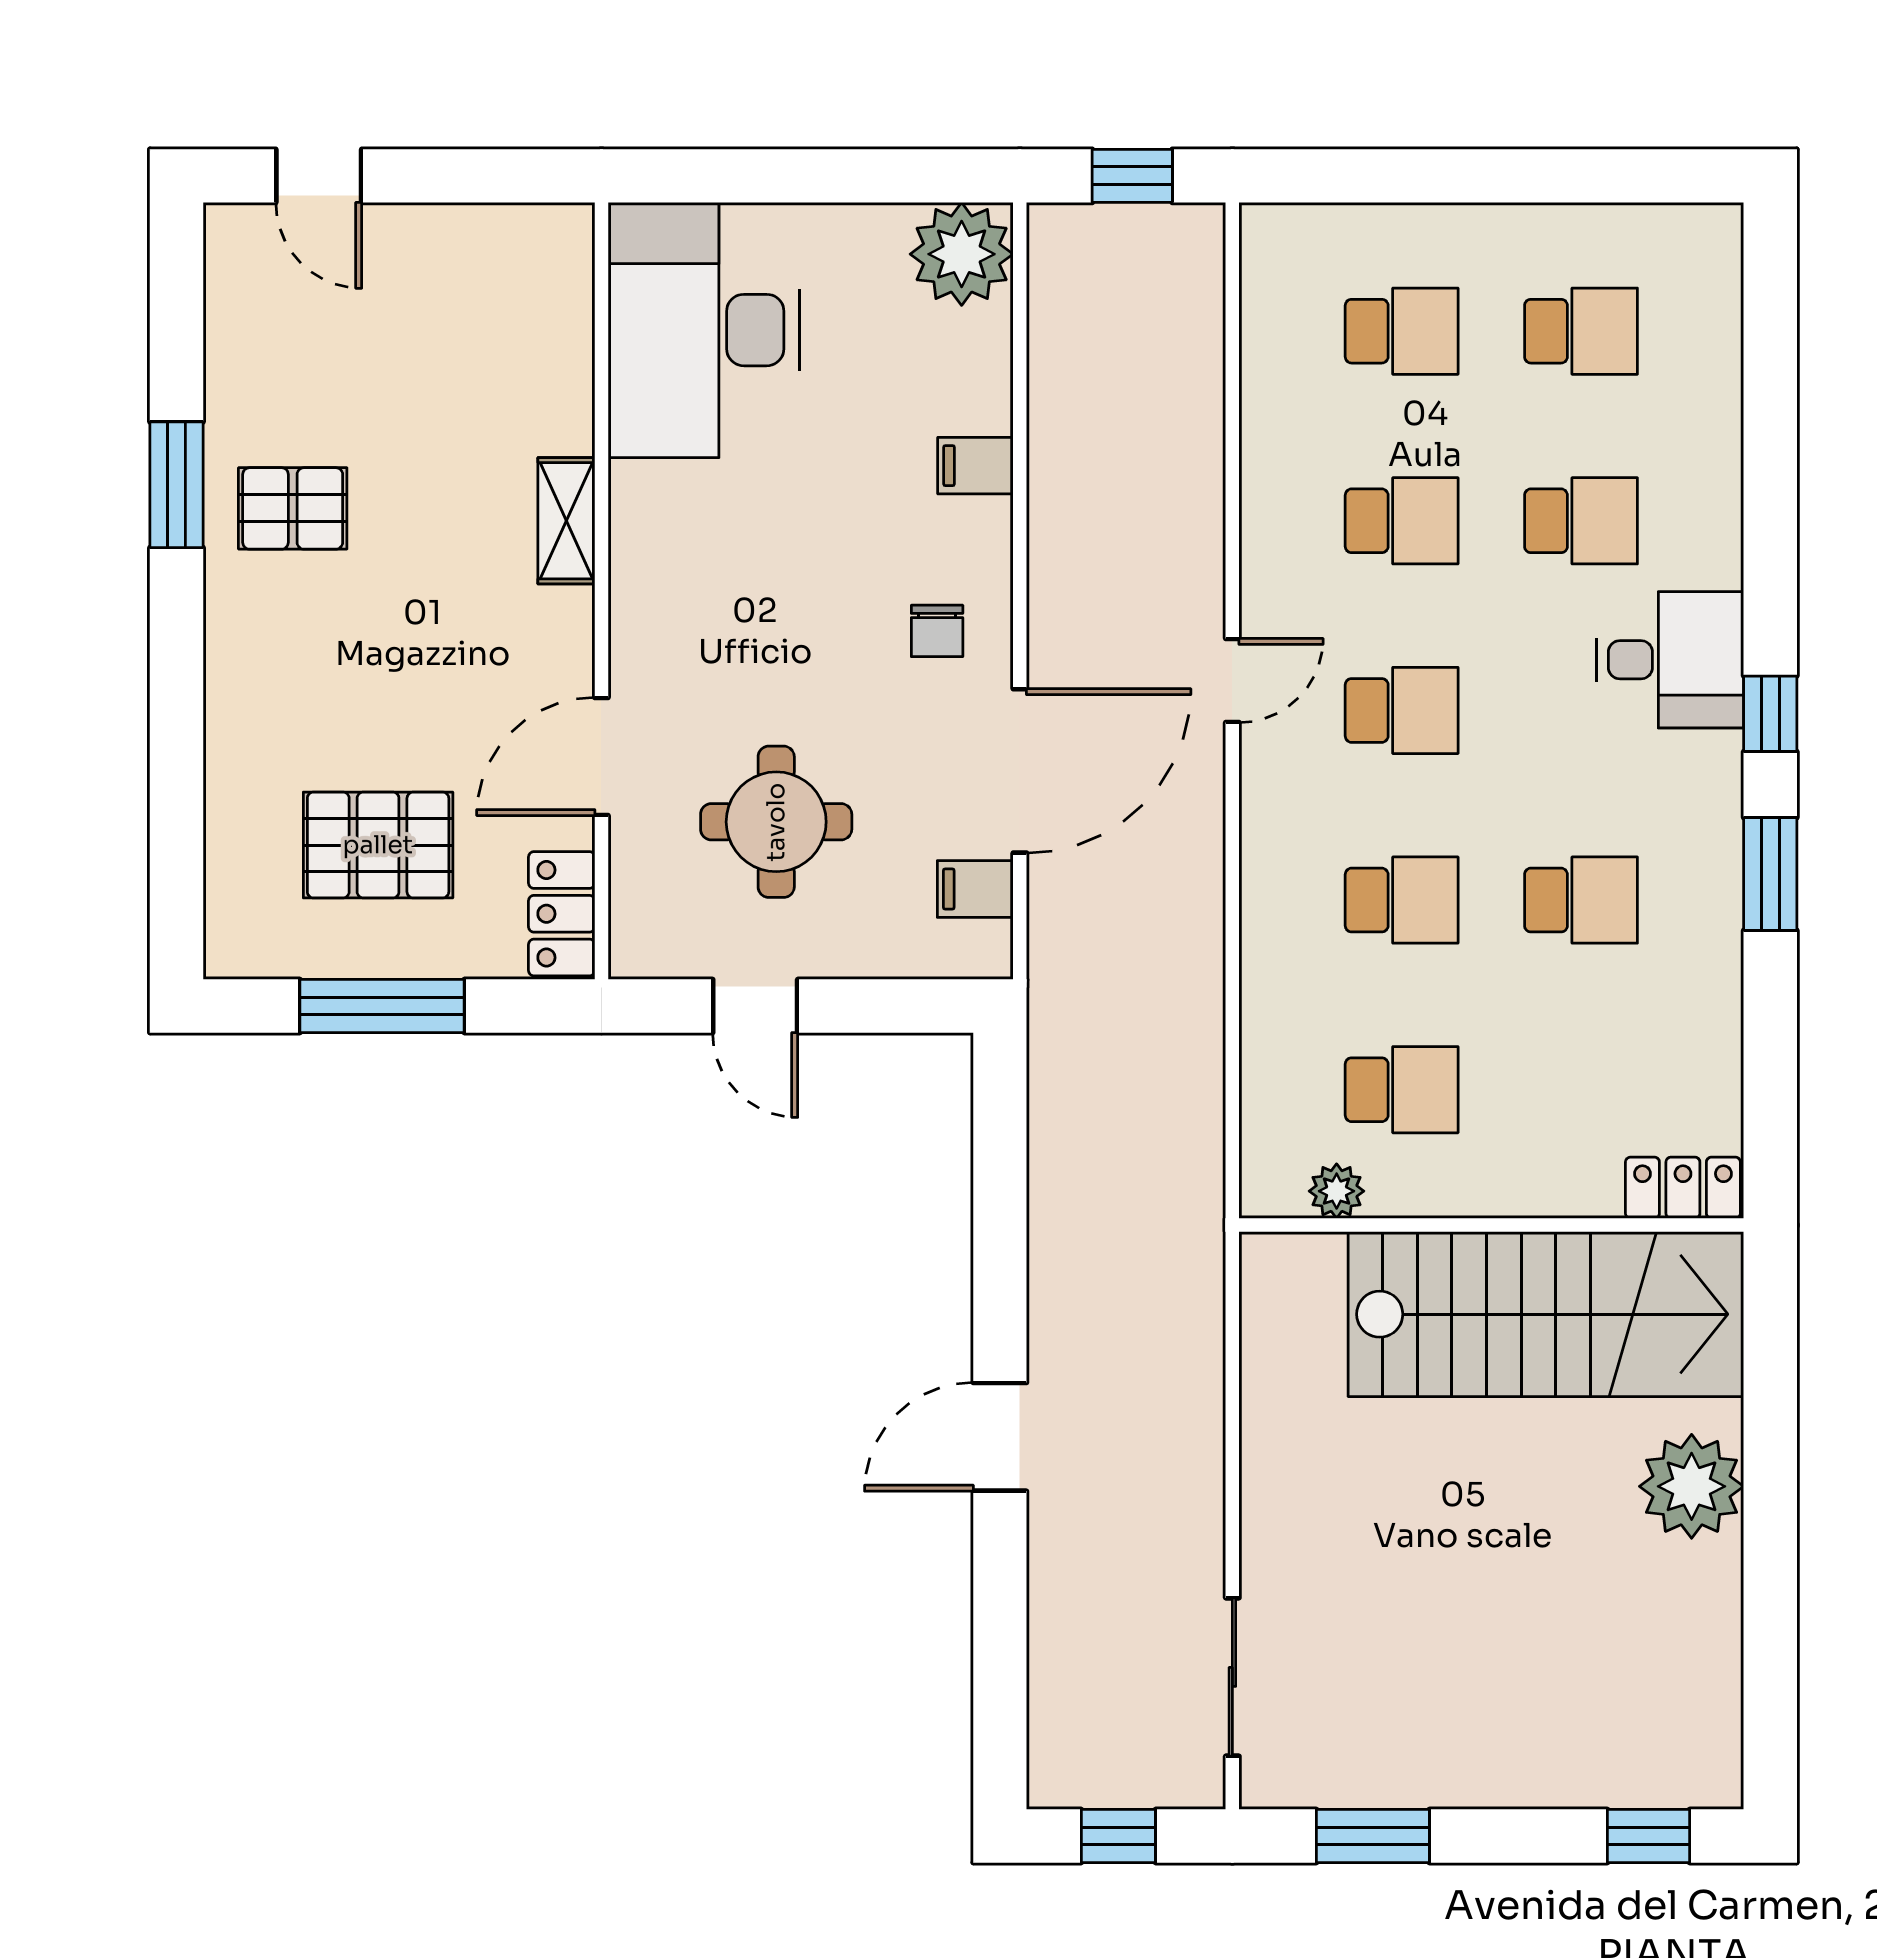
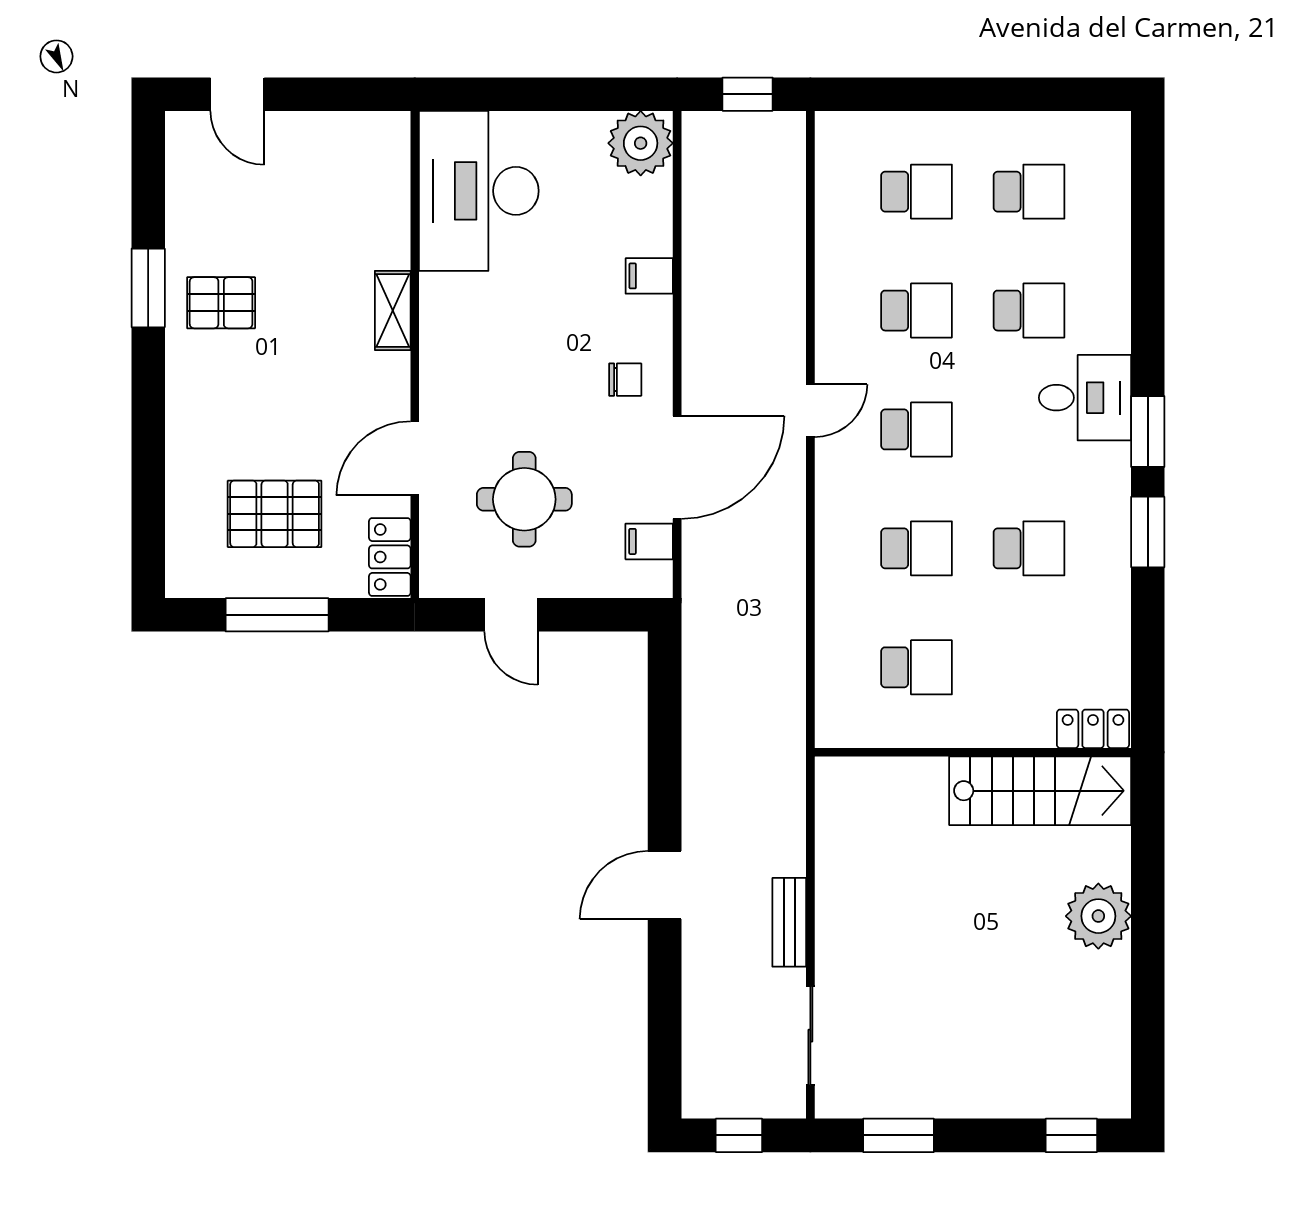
chair: (937, 631) -> (625, 380), turned -90
window: (1770, 714) -> (1148, 432), width x1.50
plant: (1337, 1191) -> (876, 731), removed
stairs: (1546, 1314) -> (1040, 791), width x0.73, depth x0.66
bench: (1199, 1496) -> (789, 922), added

